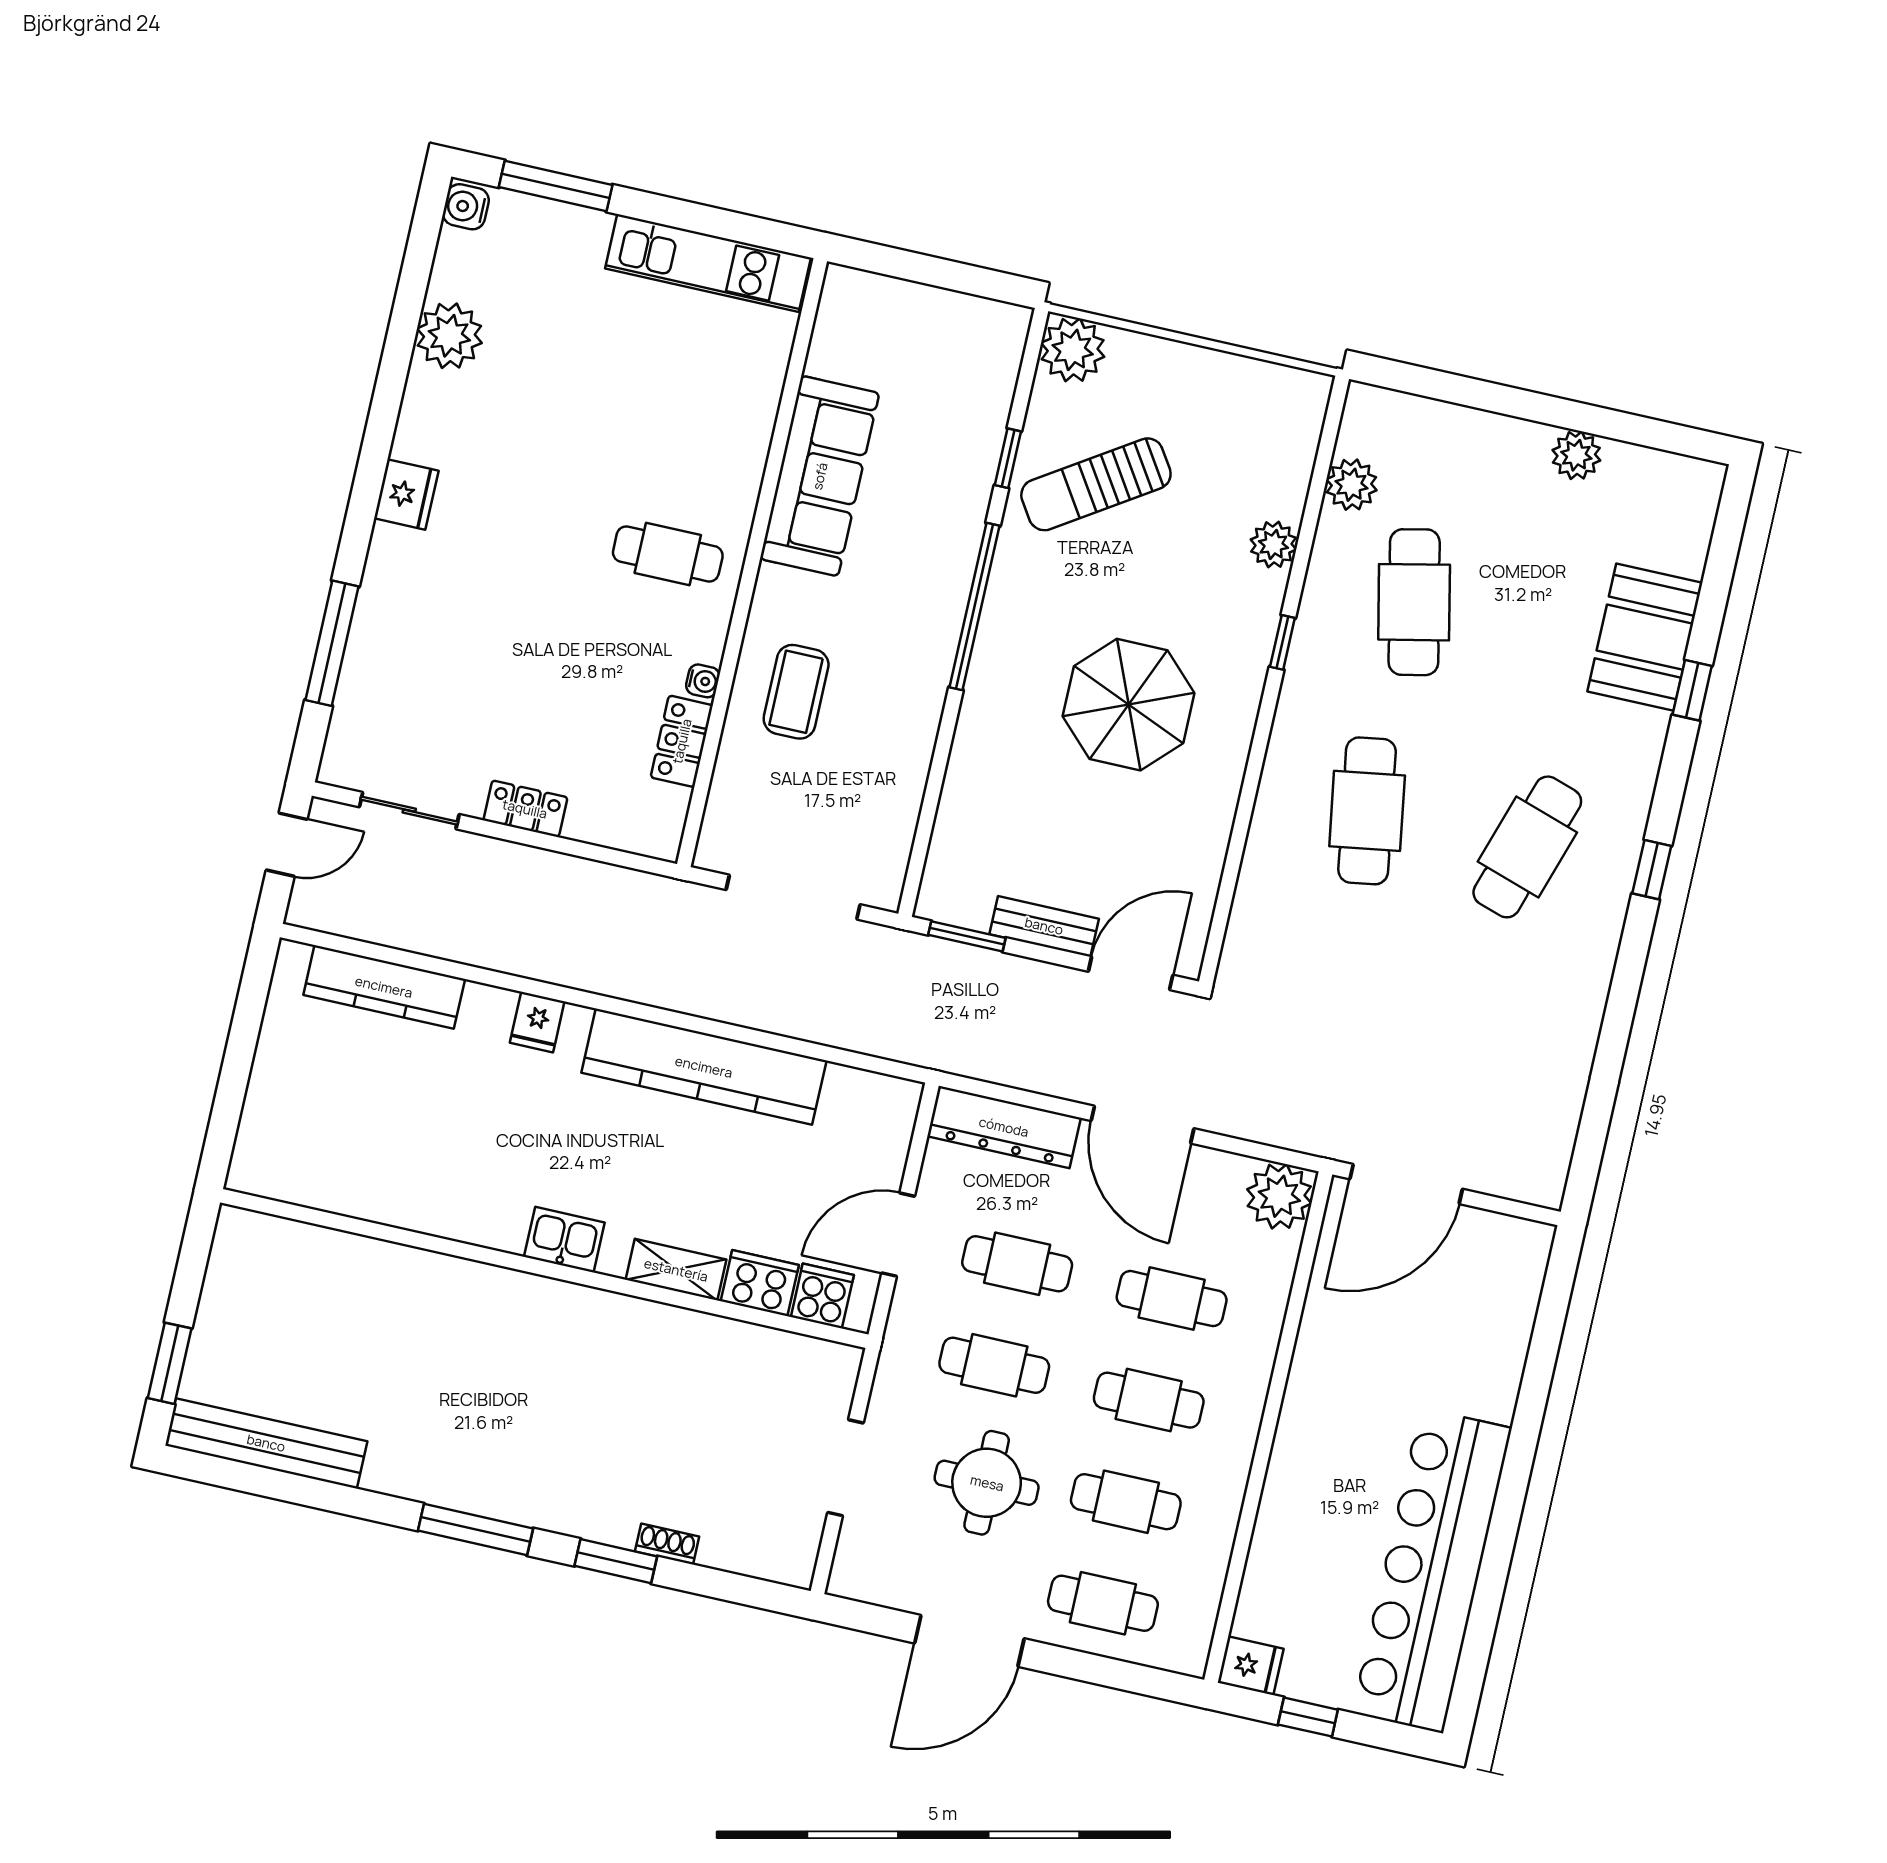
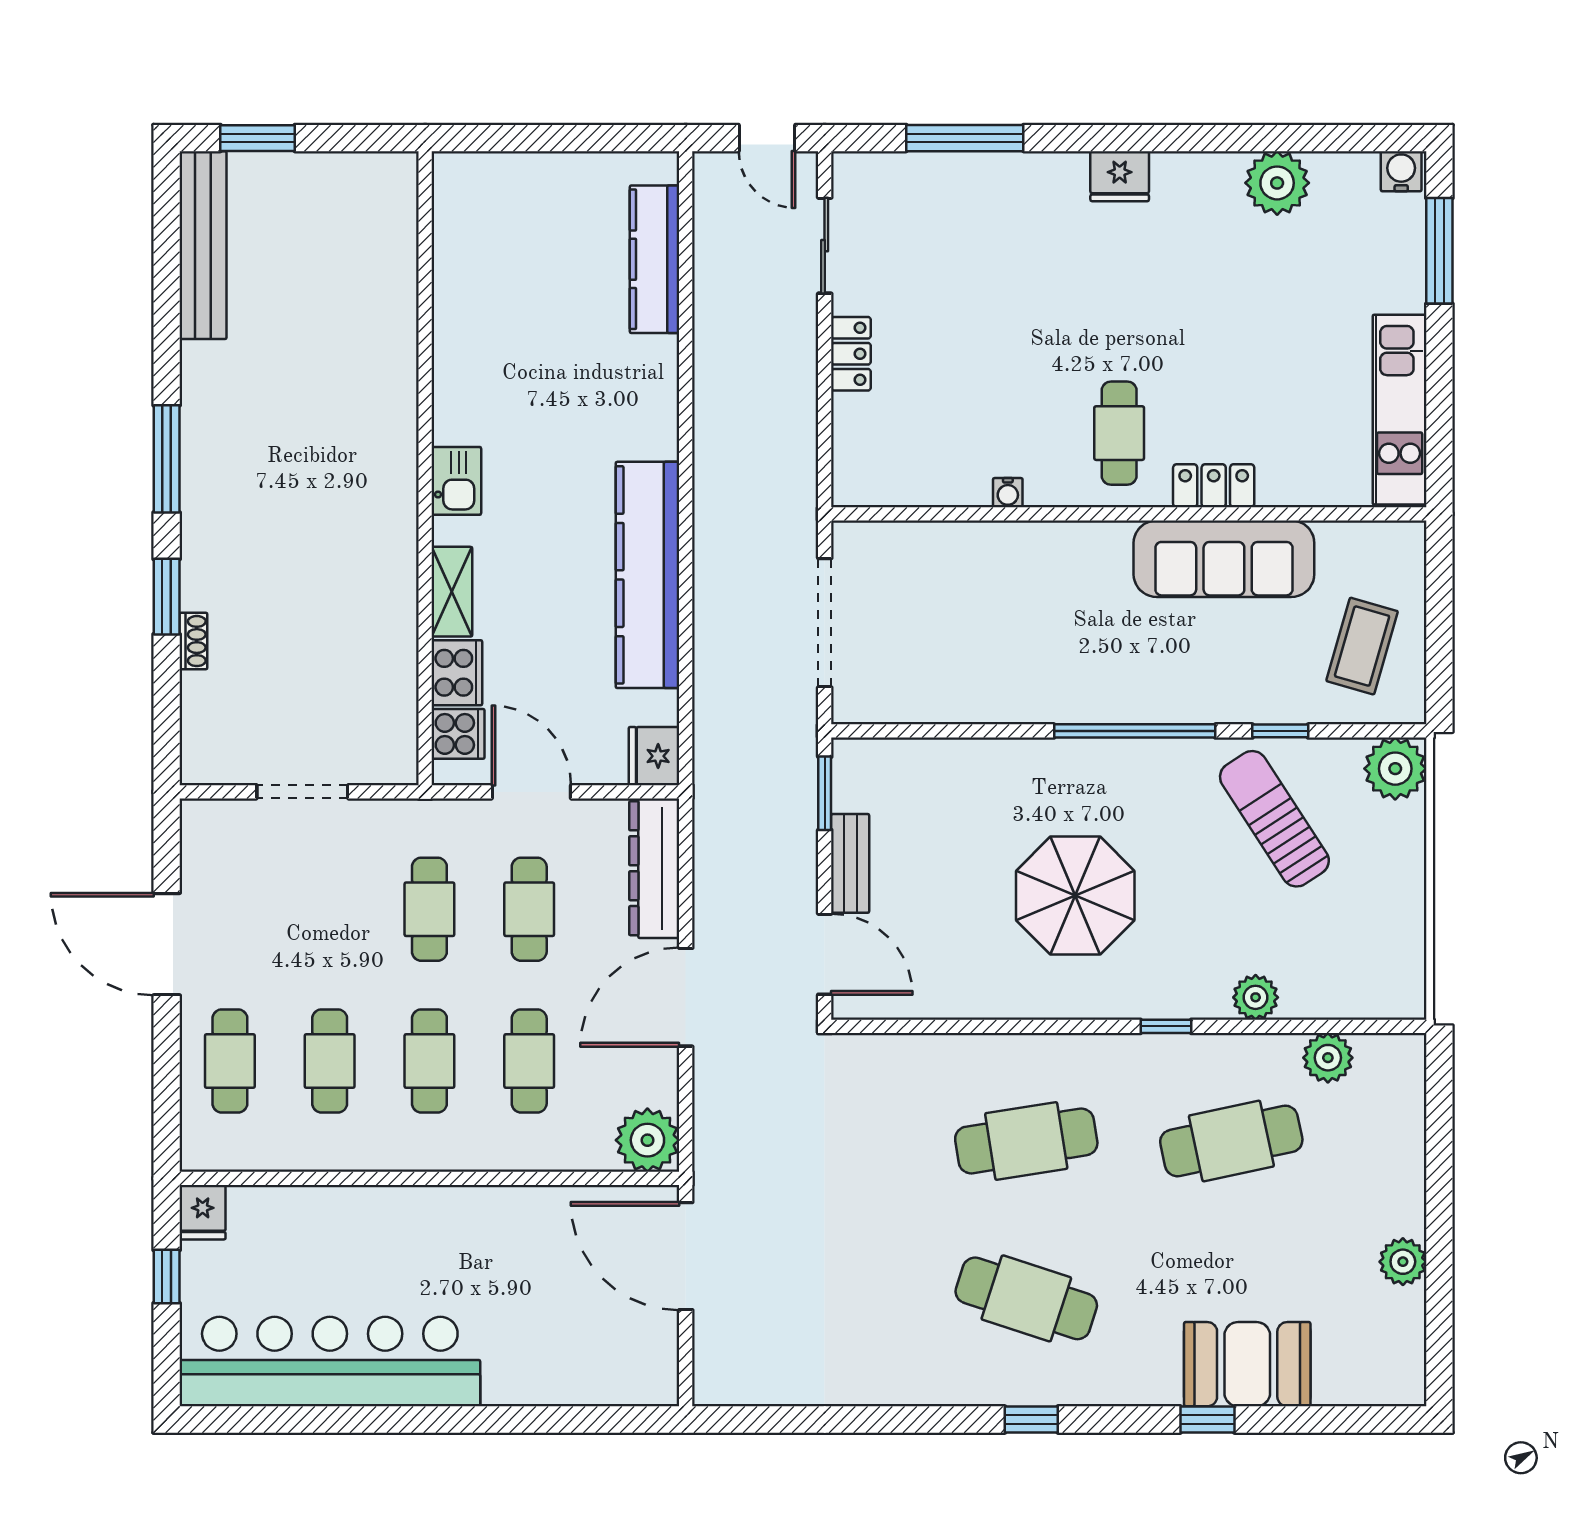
coffee table: (796, 692) -> (1362, 646), moved, turned -74
locker: (682, 741) -> (1214, 486), moved
fridge: (537, 1022) -> (654, 756), moved, width x1.38
round table: (987, 1483) -> (318, 927), removed

